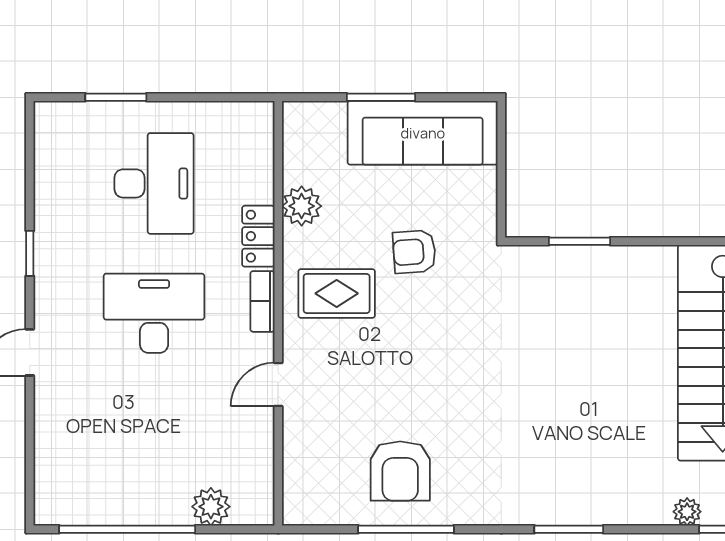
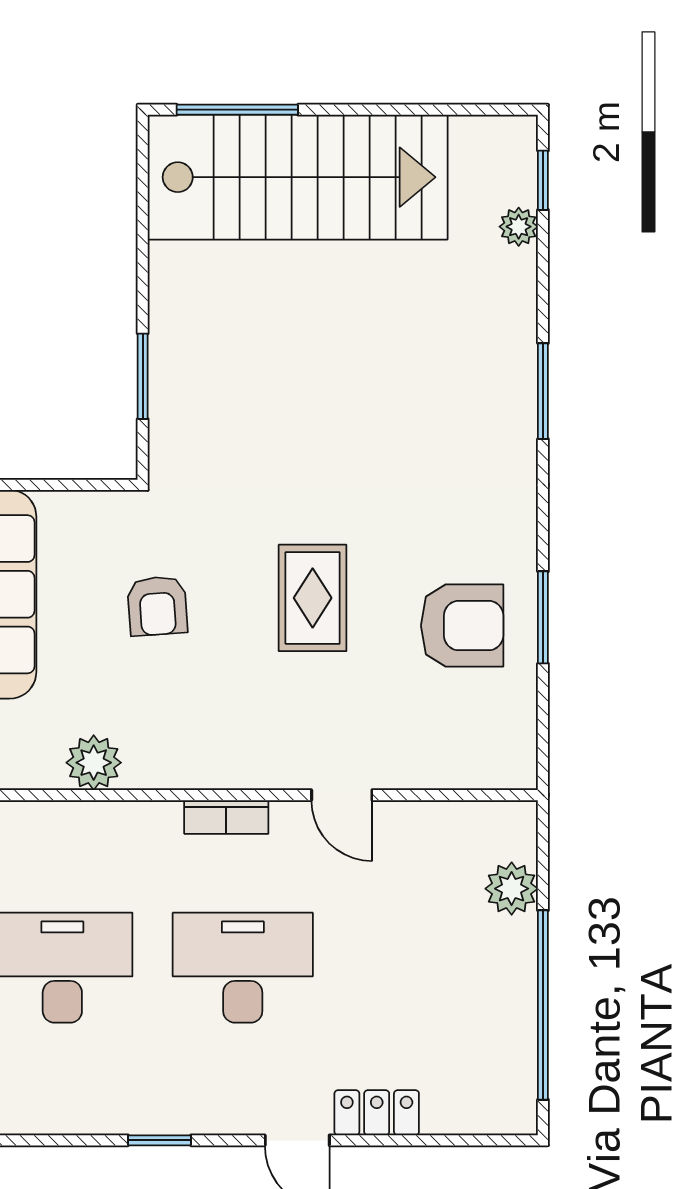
locker: (258, 236) -> (377, 1113), moved, turned 180
rug: (337, 293) -> (313, 598), moved
desk: (154, 313) -> (243, 968), turned 90
window: (406, 529) -> (543, 617), width x0.69

